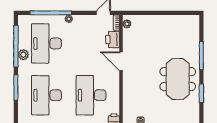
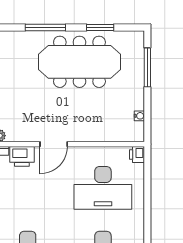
meeting table: (178, 79) -> (79, 62), width x1.36

